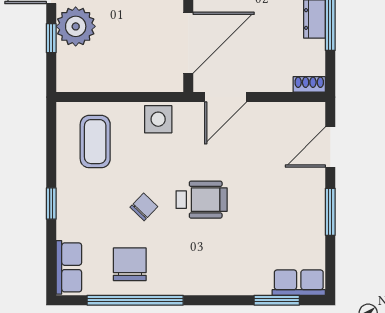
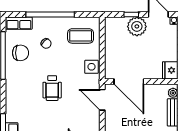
window: (51, 204) -> (50, 14), width x3.17
chair: (144, 207) -> (46, 43), moved

